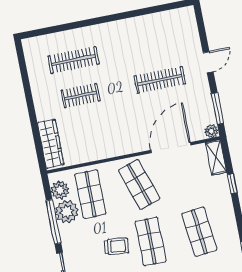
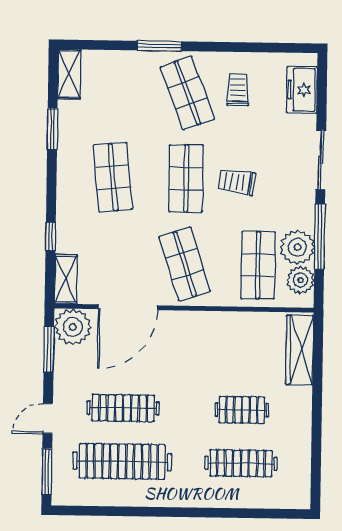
window: (201, 27) -> (47, 472), added
clothes rail: (153, 44) -> (122, 461), added
plant: (211, 131) -> (73, 327), width x1.88, depth x1.88

